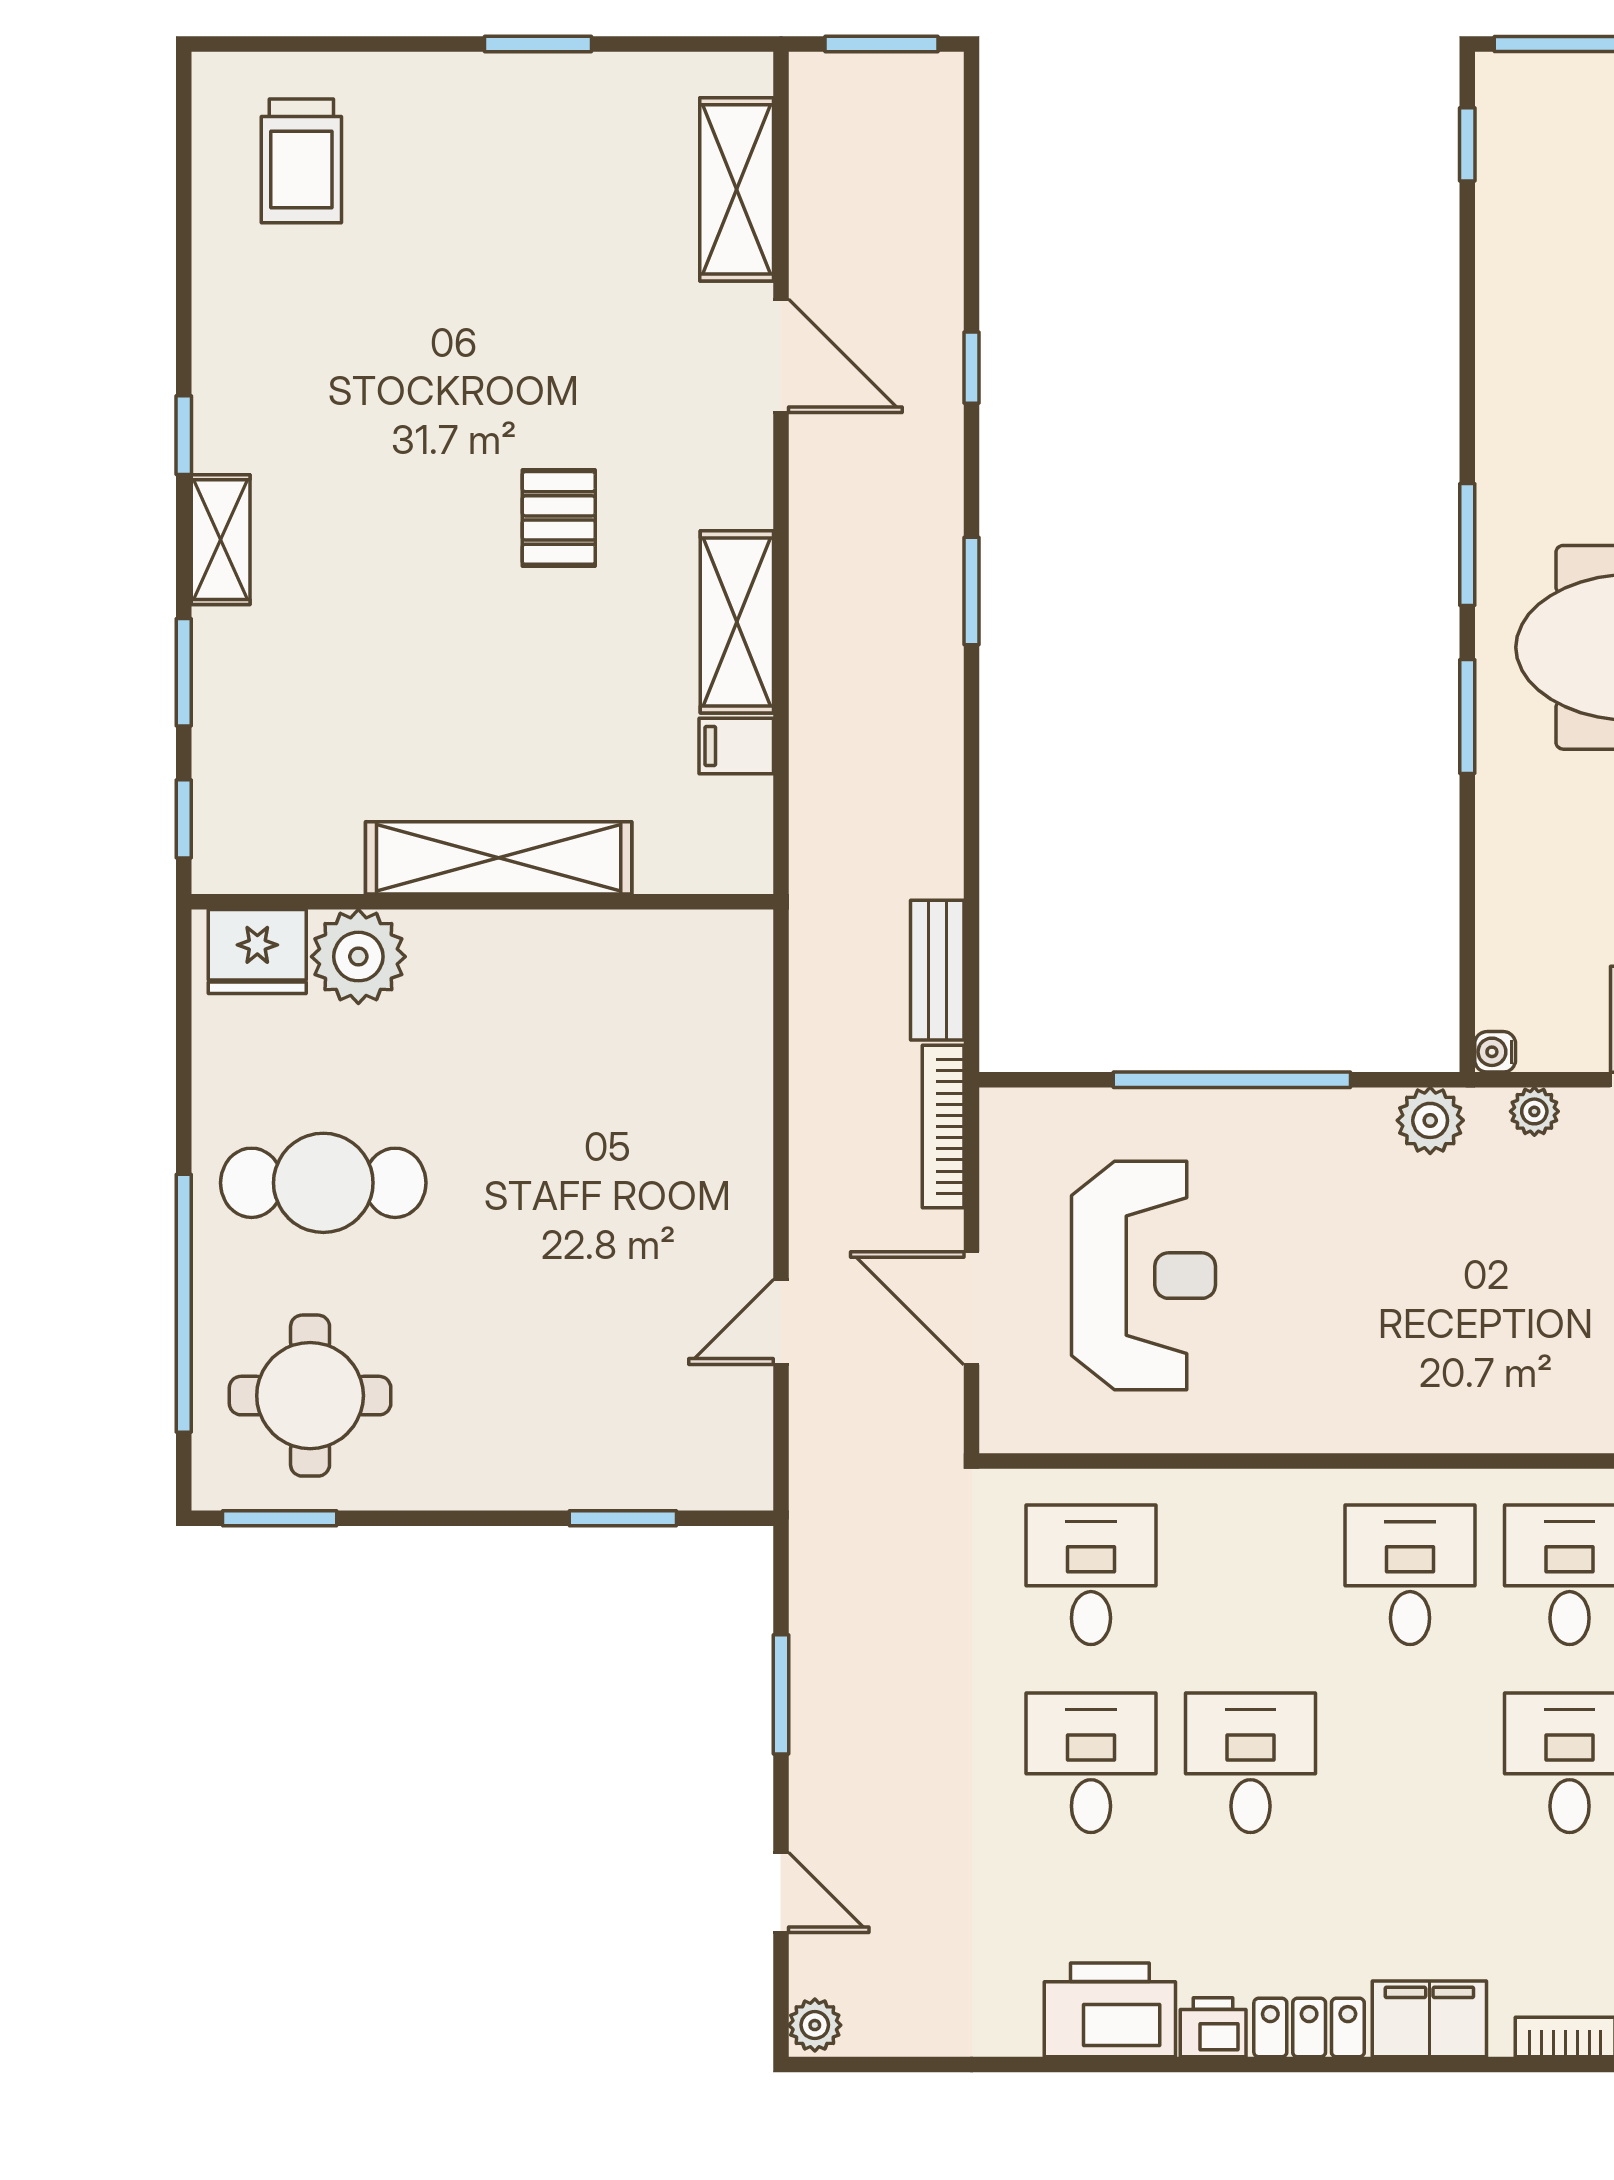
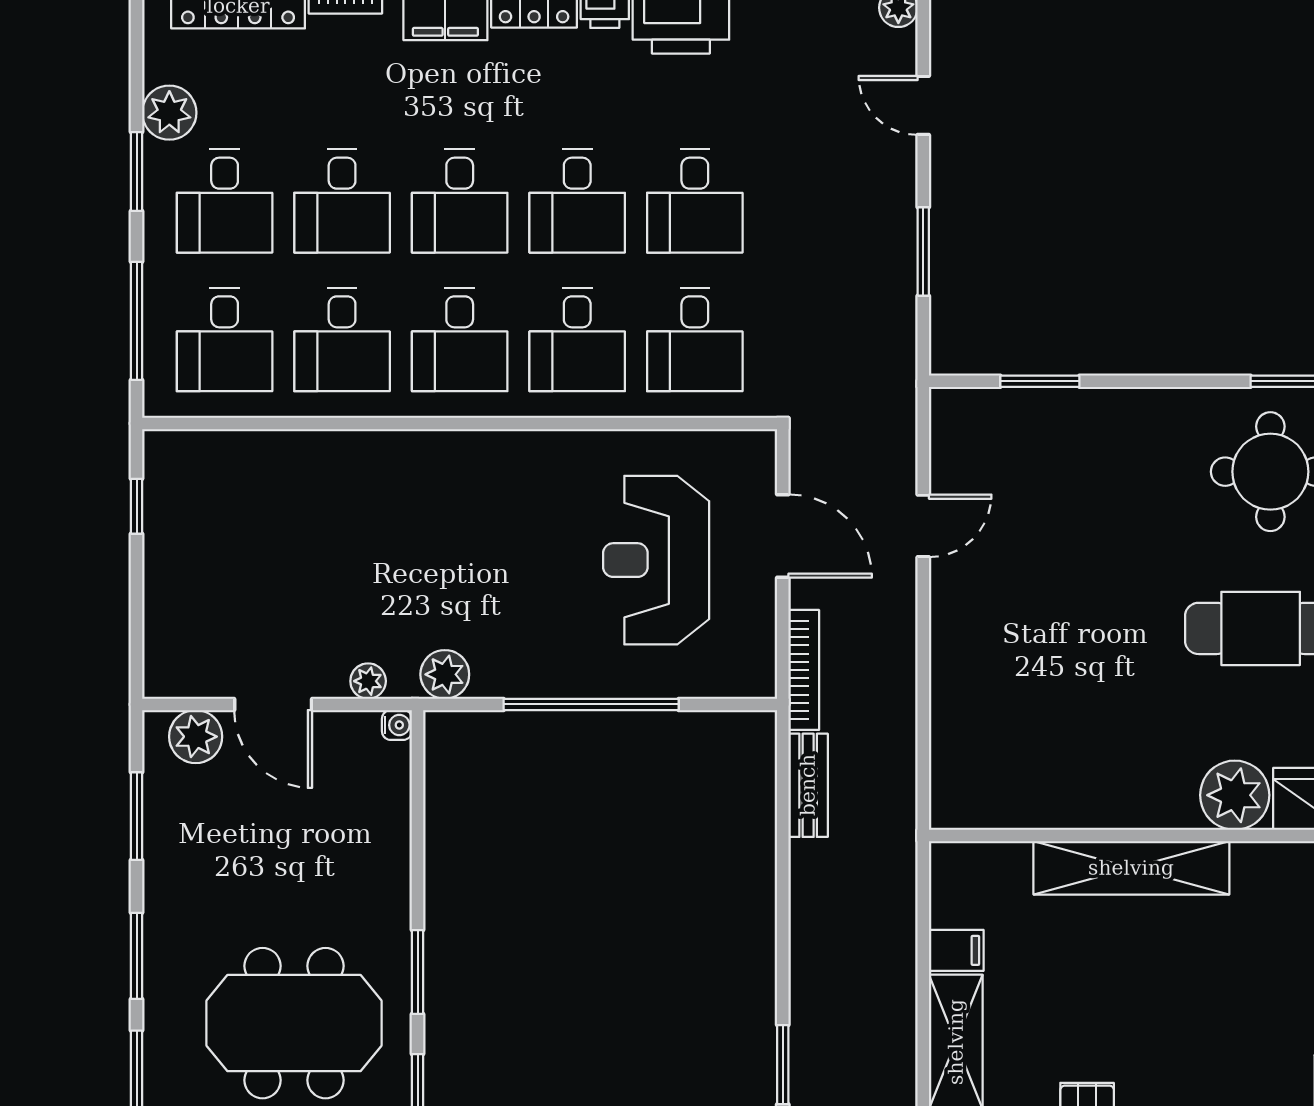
desk: (1251, 1575) -> (577, 340), added
desk: (1410, 1763) -> (460, 201), added

